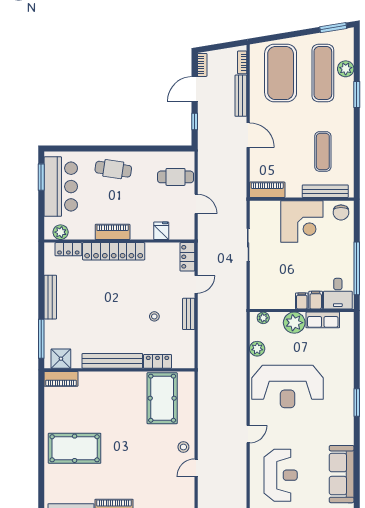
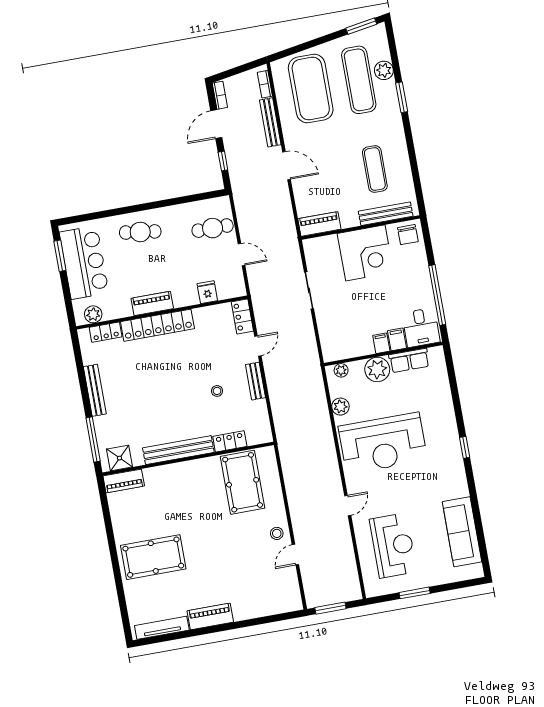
window: (357, 402) -> (465, 447), width x0.67

